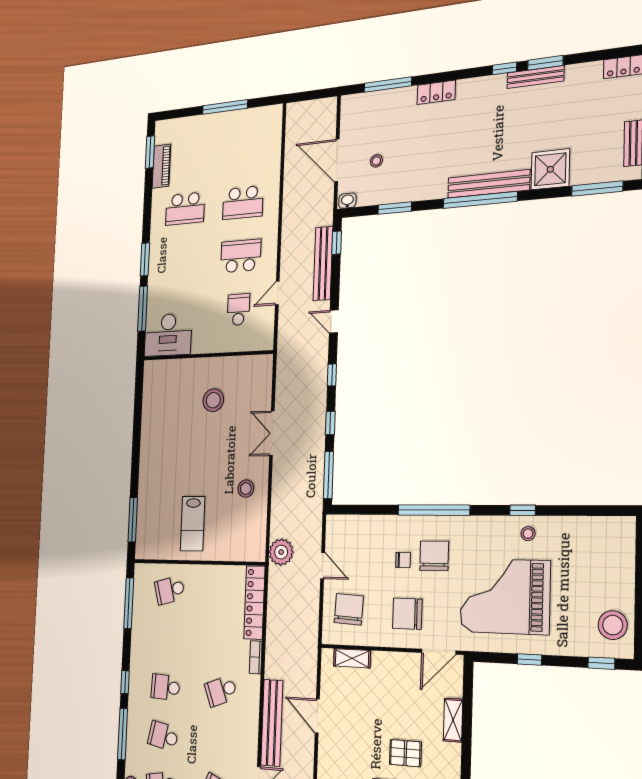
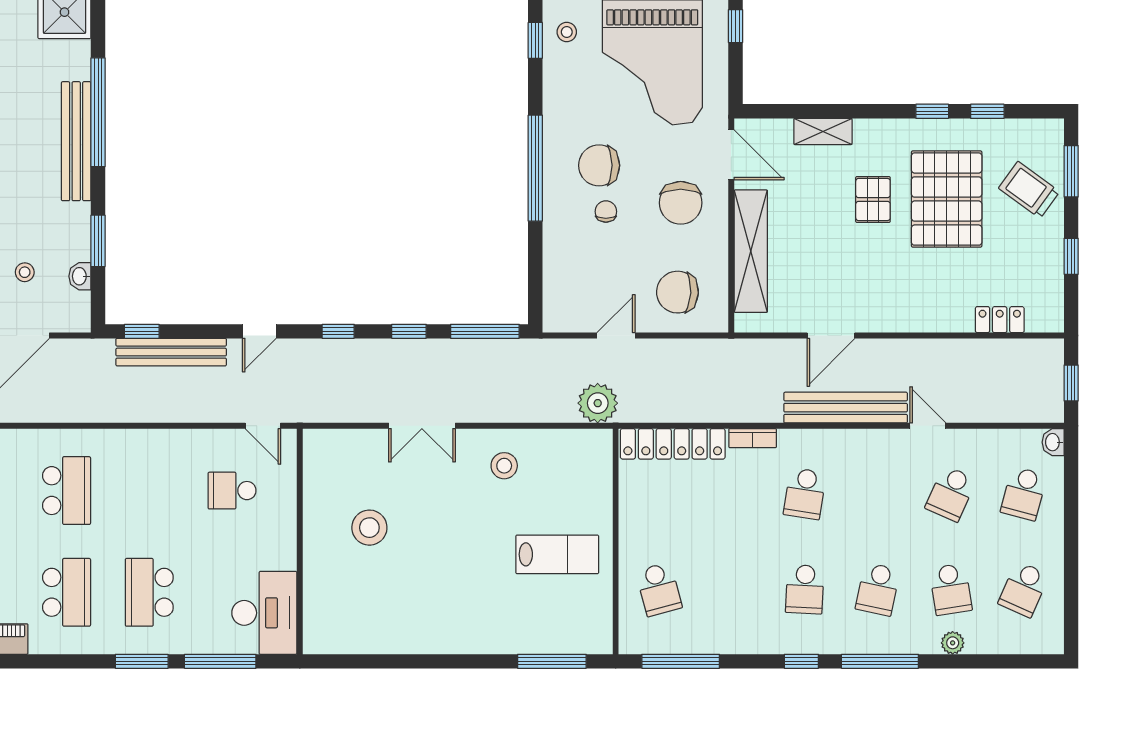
bench: (489, 184) -> (76, 141), moved
washbasin: (347, 201) -> (80, 276), moved
school desk: (241, 256) -> (149, 592), moved
door: (277, 293) -> (263, 426), moved
shelving: (352, 658) -> (751, 251), width x2.20, depth x1.33
school desk: (221, 691) -> (805, 494), turned 30

